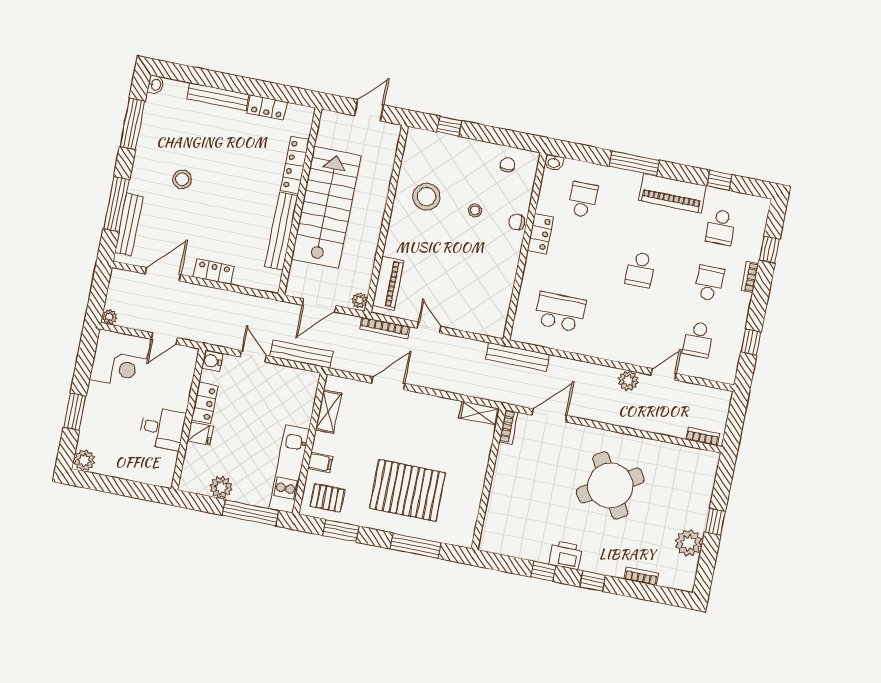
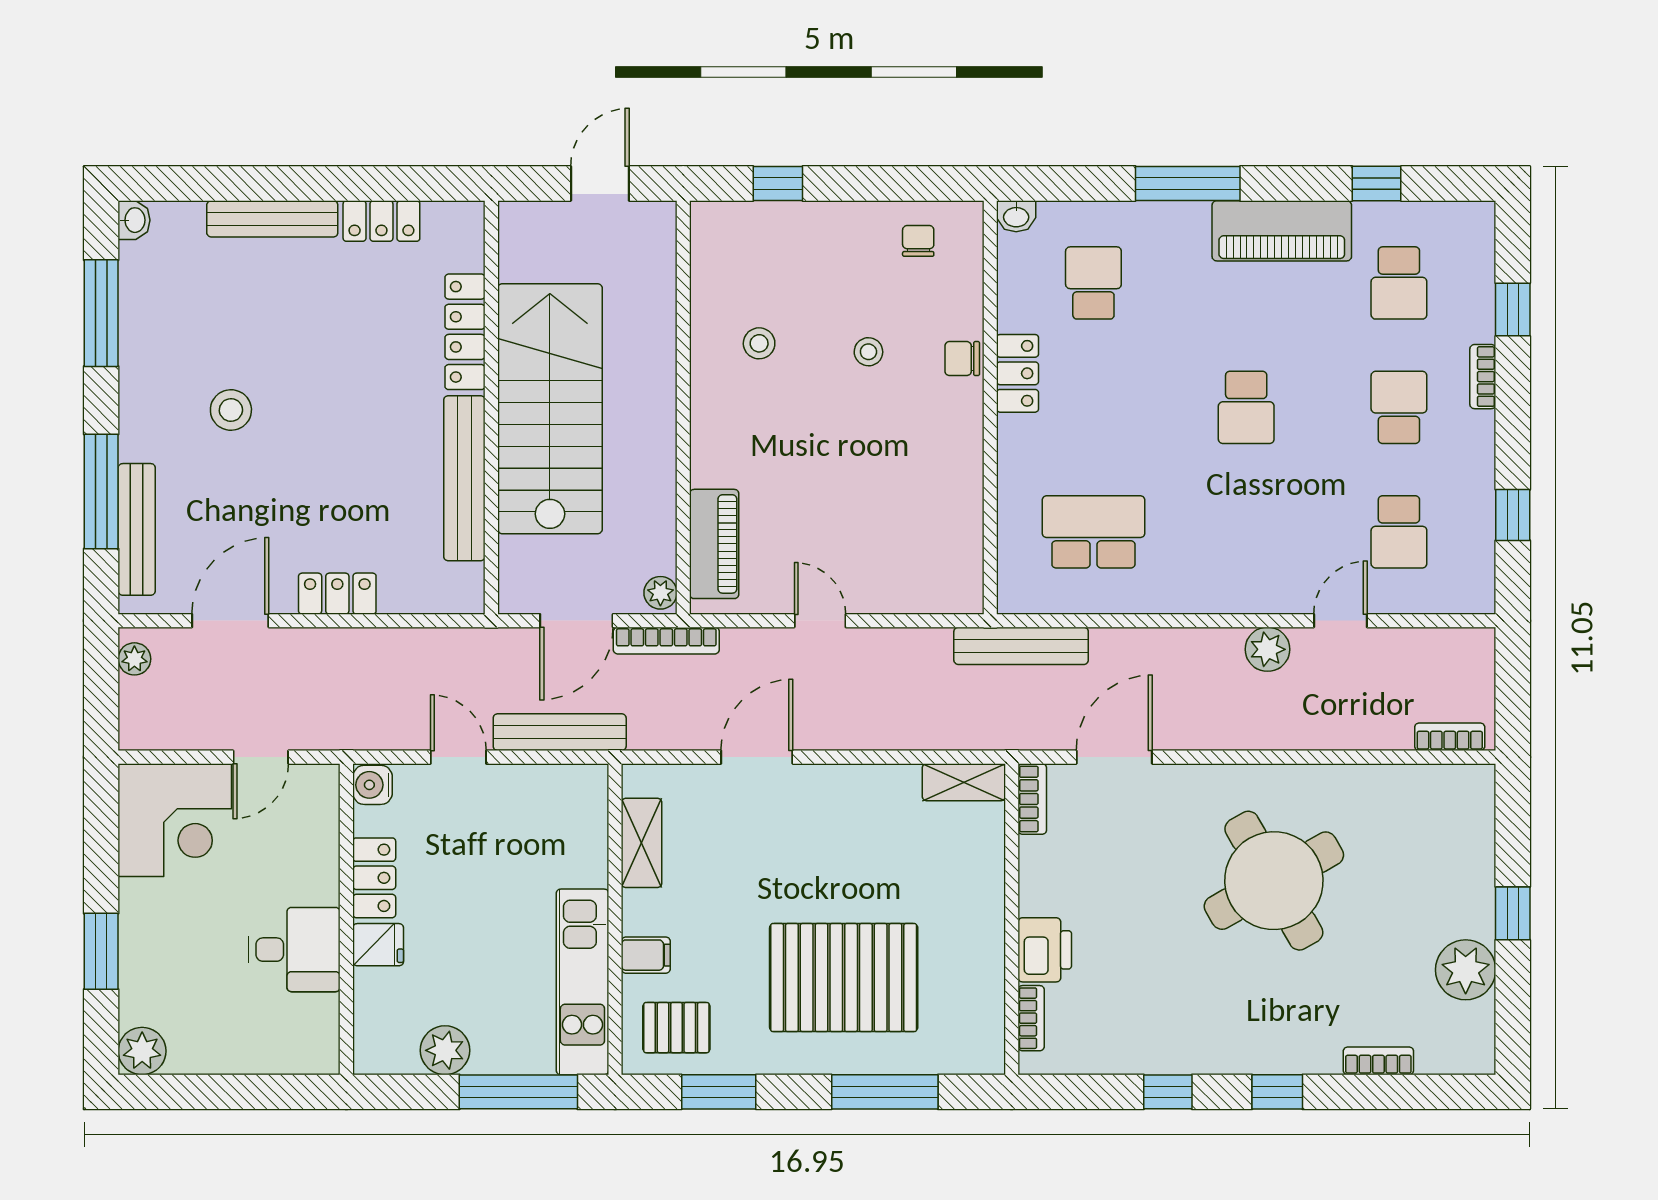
stool: (426, 197) -> (759, 343), width x0.53, depth x0.53
plant: (109, 317) -> (134, 659), moved
bookcase: (385, 328) -> (666, 641), moved
bookcase: (488, 526) -> (1031, 1018), added
printer: (566, 555) -> (1045, 950), moved, turned 90

